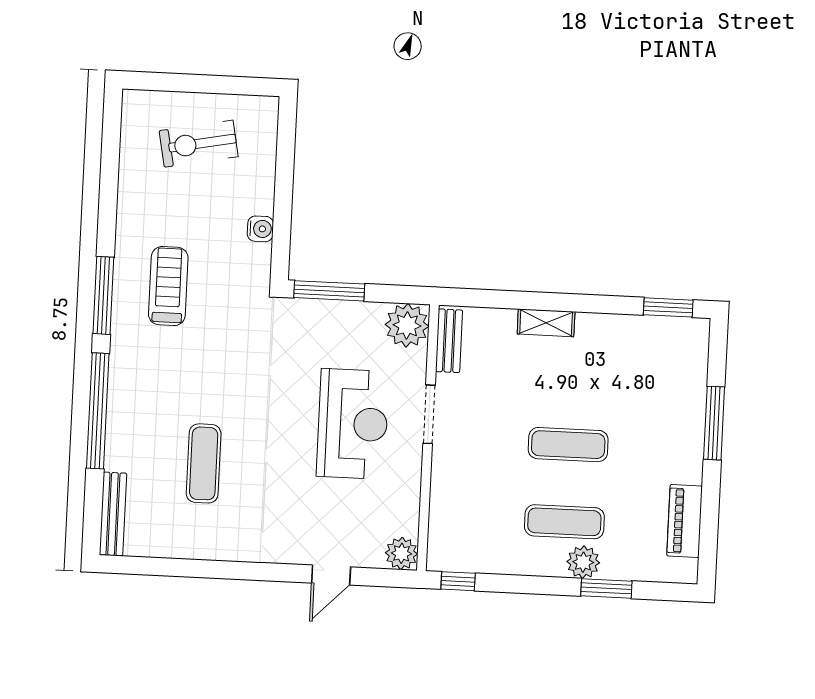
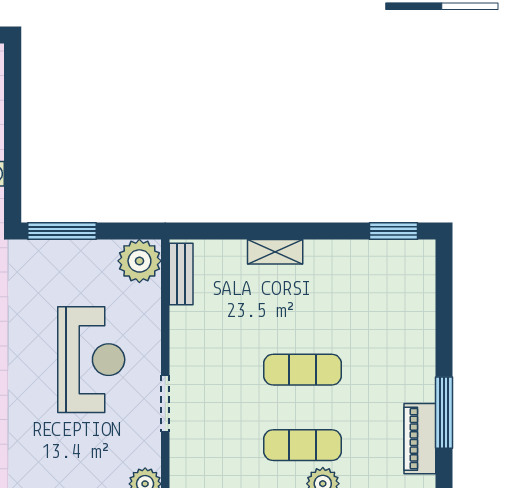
doorway: (429, 414) -> (165, 404), moved
window: (714, 423) -> (444, 413), moved

